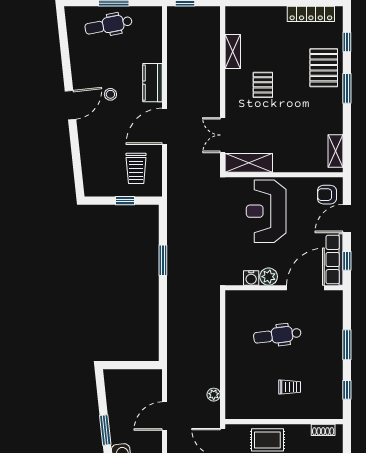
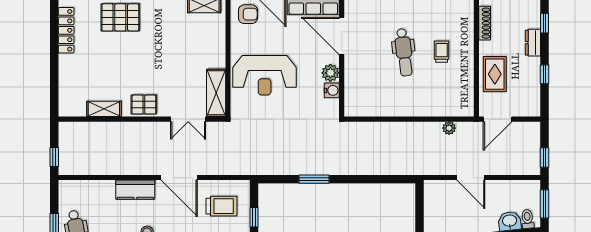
pallet: (263, 85) -> (144, 105), moved
armchair: (327, 195) -> (248, 14), turned -90
dental chair: (277, 335) -> (404, 52), moved
shoe rack: (323, 430) -> (485, 23), width x1.43

